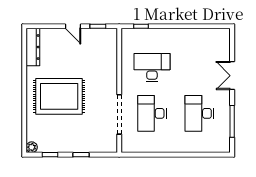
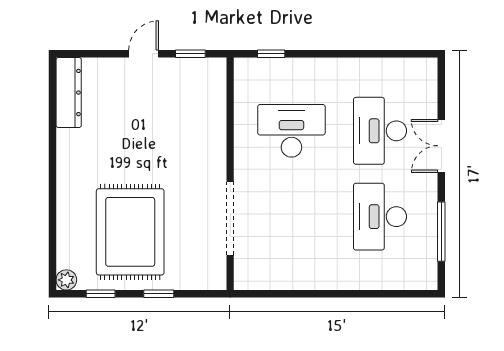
door: (73, 26) -> (144, 54), swing flipped
rug: (59, 96) -> (130, 232), moved, turned 90
desk: (152, 113) -> (380, 131), moved

